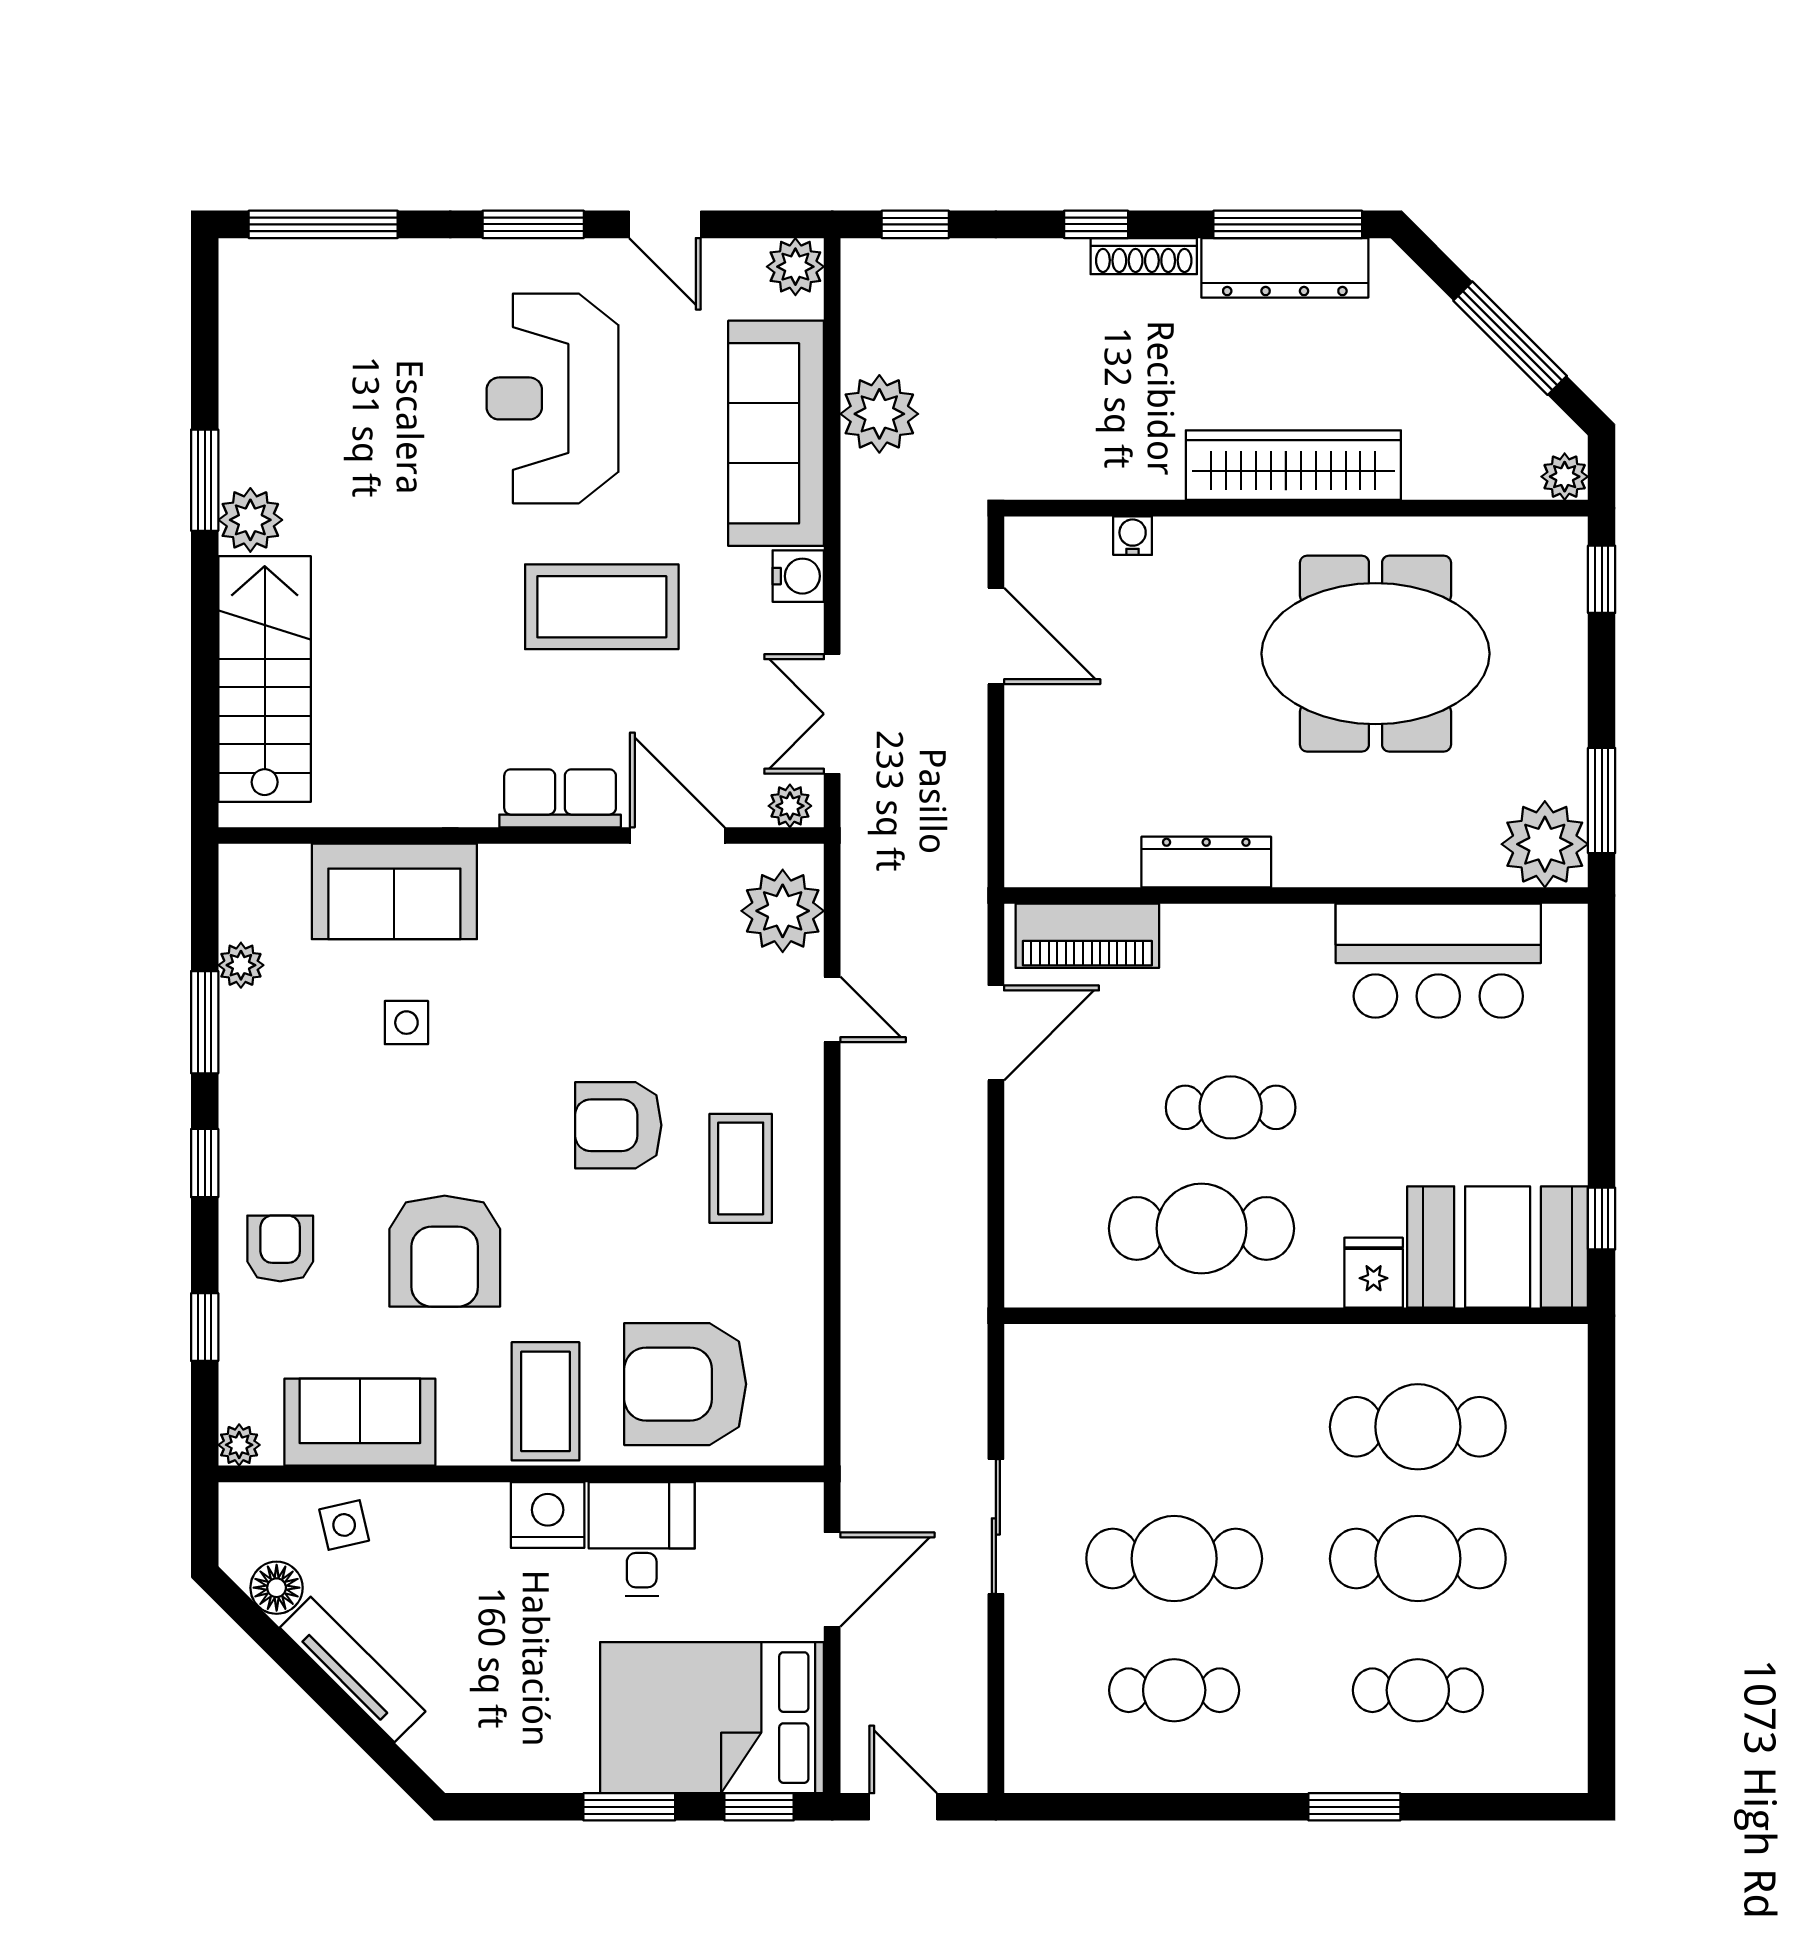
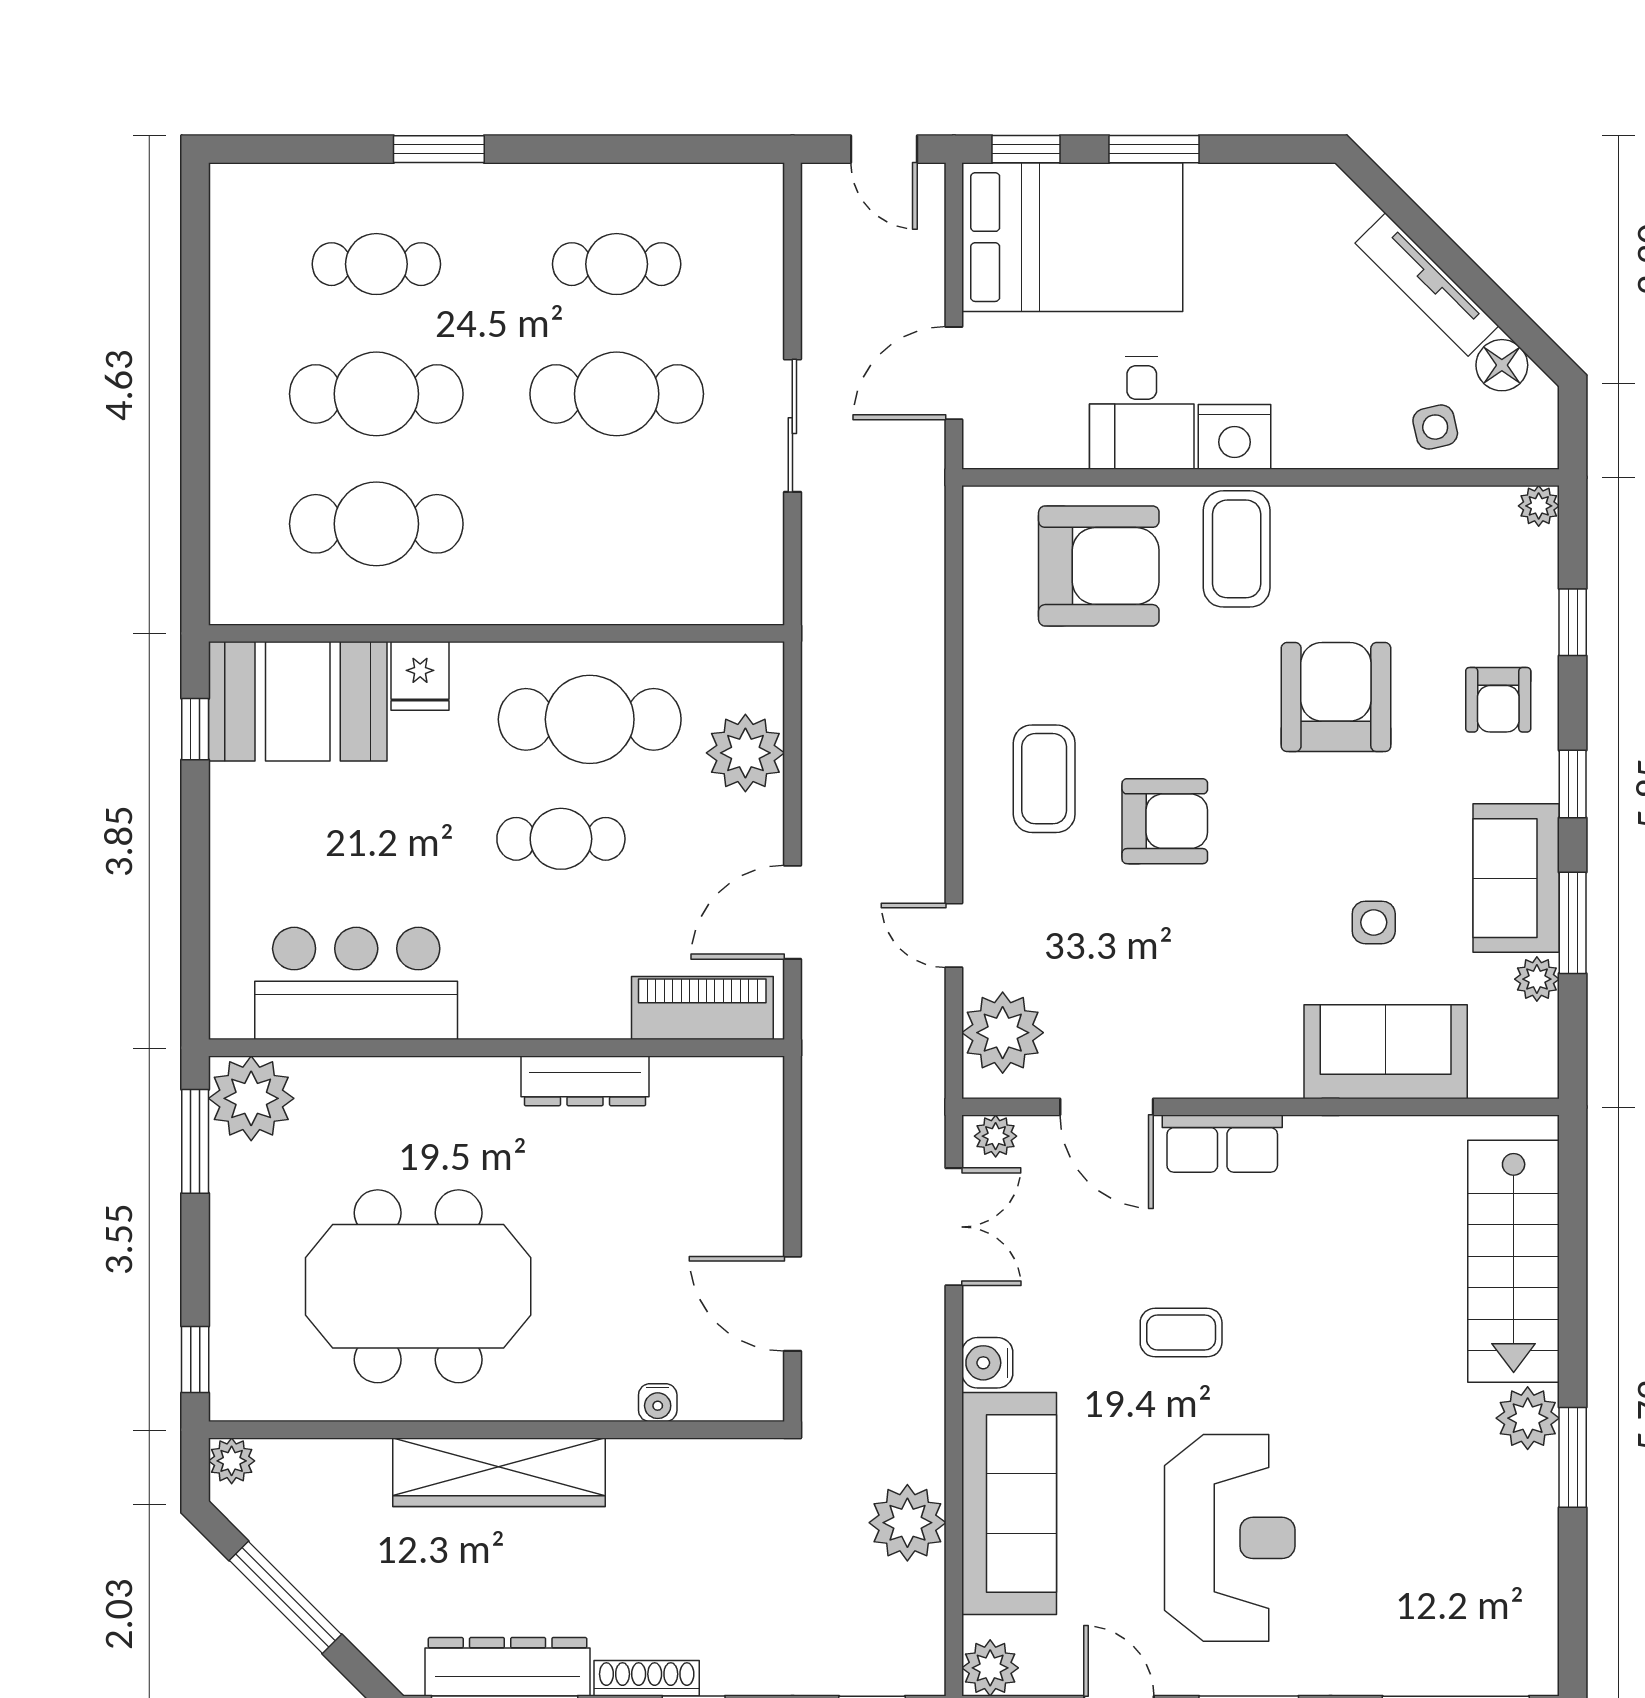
coffee table: (602, 607) -> (1181, 1333), width x0.54, depth x0.58
plant: (1044, 1194) -> (745, 753), added
sofa: (360, 1422) -> (1516, 878), moved, turned 90

